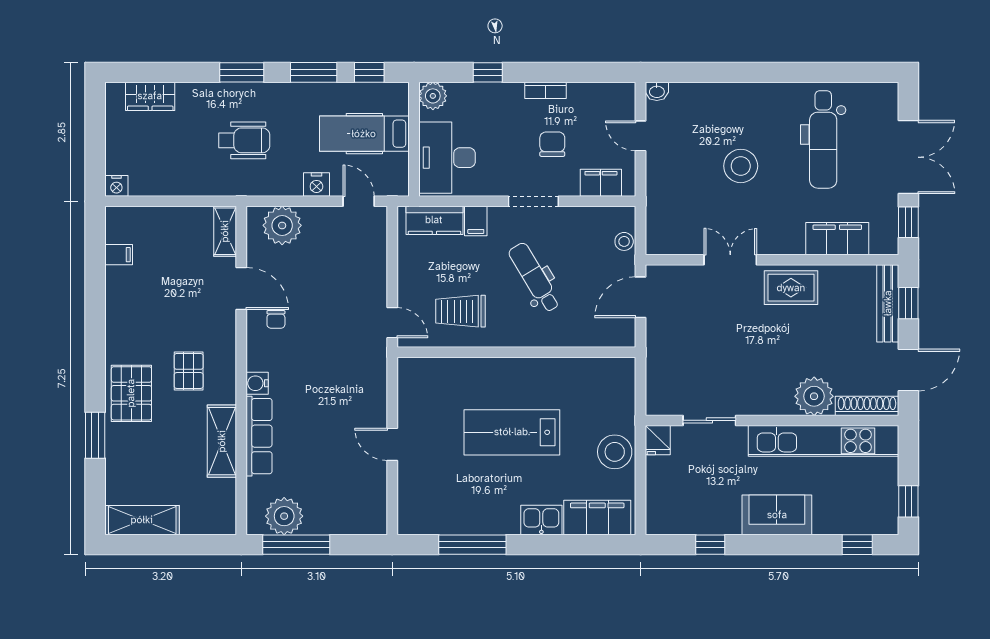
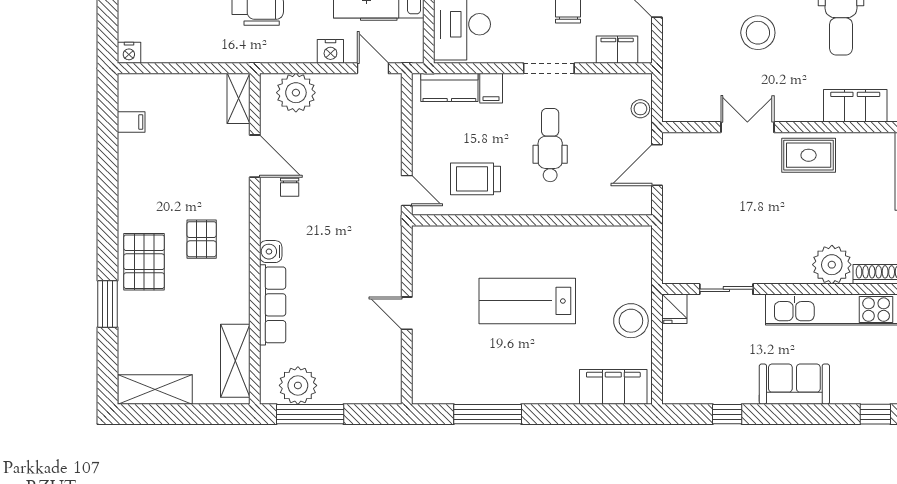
dental chair: (535, 278) -> (550, 145), turned 31
shelving: (222, 441) -> (235, 361), moved
kitchen sink: (541, 520) -> (557, 389), removed

